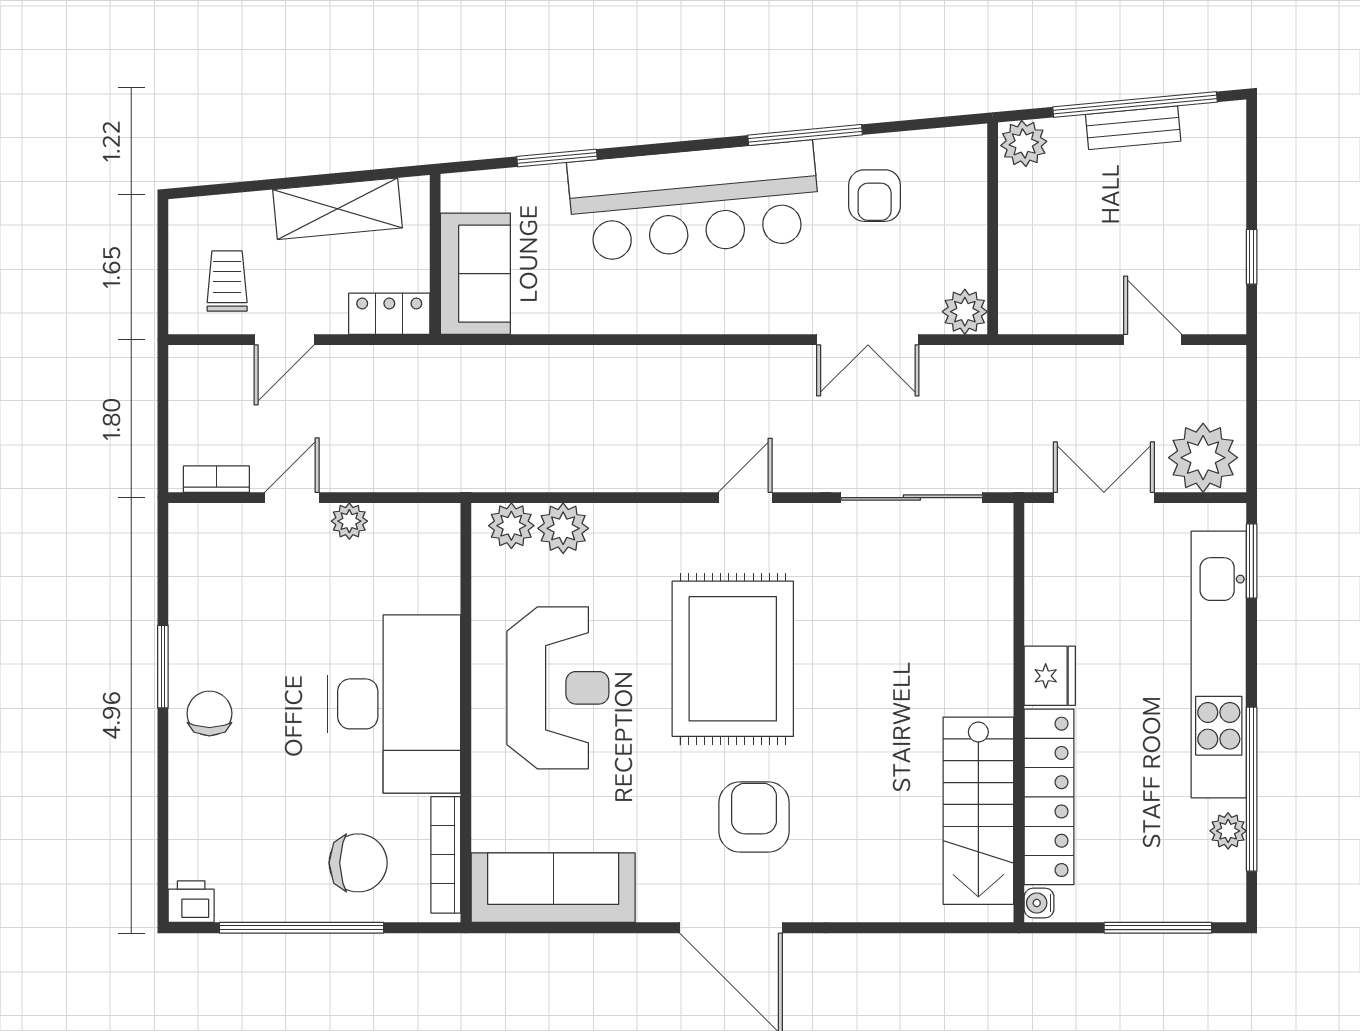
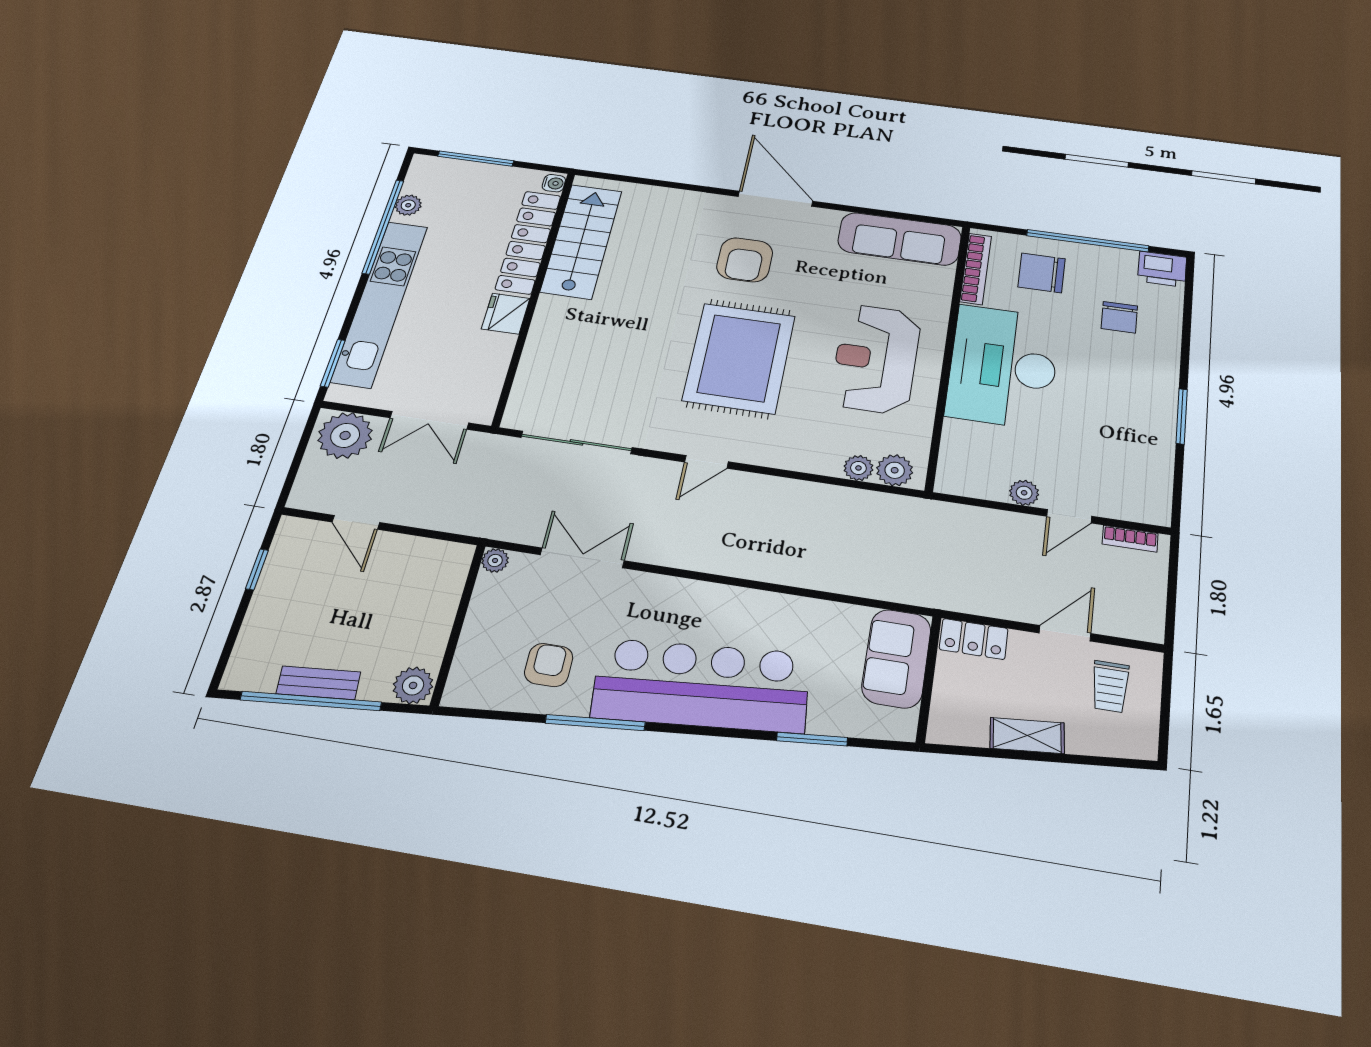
shelving: (338, 209) -> (1027, 736), width x0.67, depth x0.75
plant: (965, 312) -> (495, 560), width x0.73, depth x0.73
plant: (563, 528) -> (858, 468), width x0.73, depth x0.73
chair: (209, 713) -> (1119, 317), moved
printer: (191, 902) -> (1162, 269), width x1.36, depth x1.24

